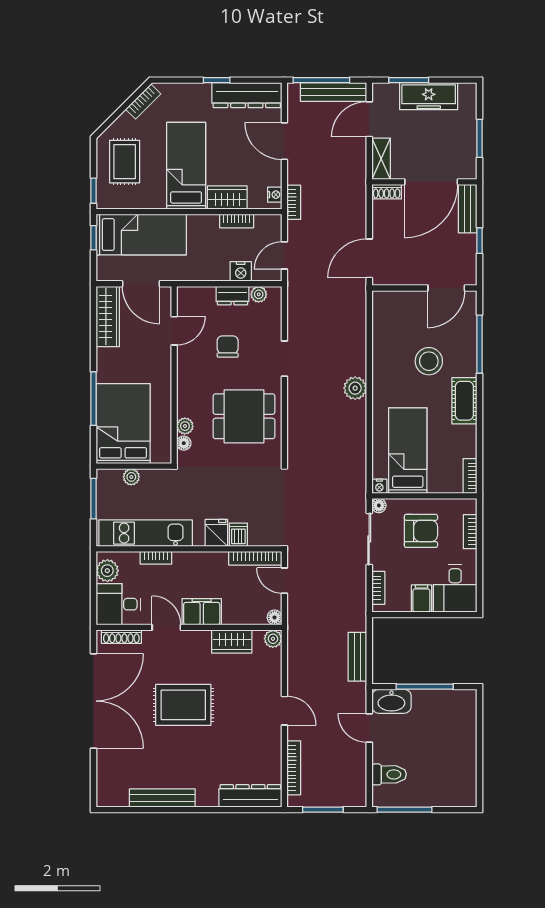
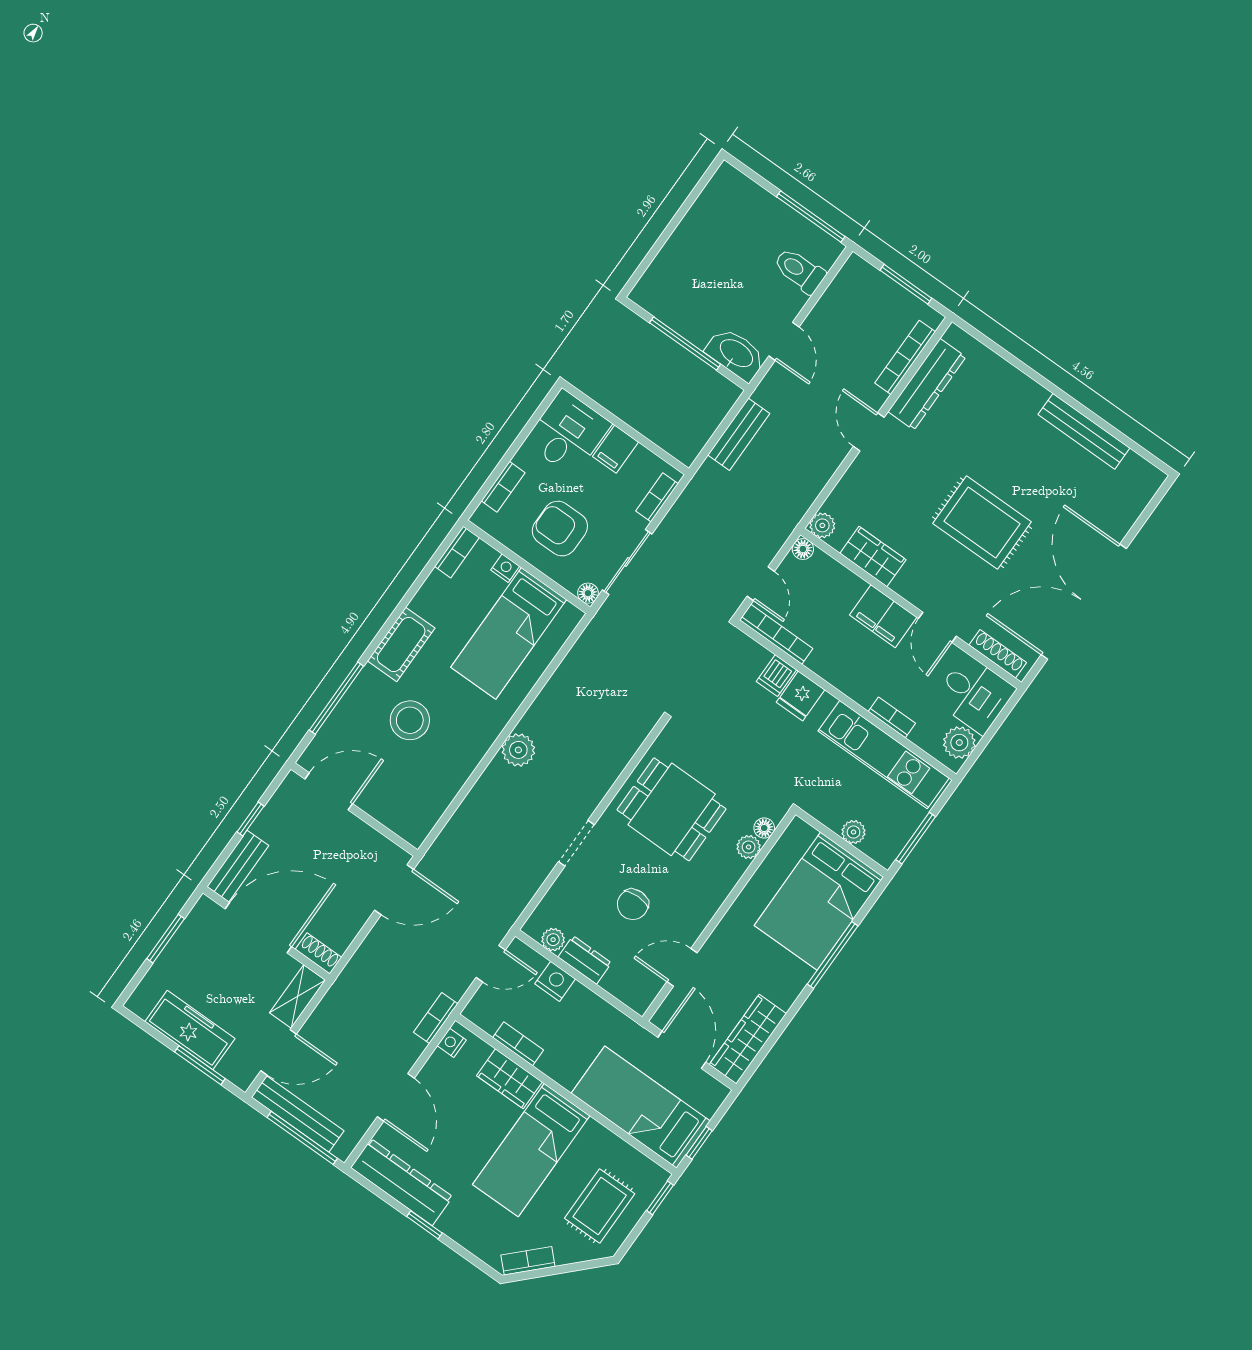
nightstand: (379, 486) -> (505, 568), moved
dresser: (250, 796) -> (927, 384), moved, turned -90

